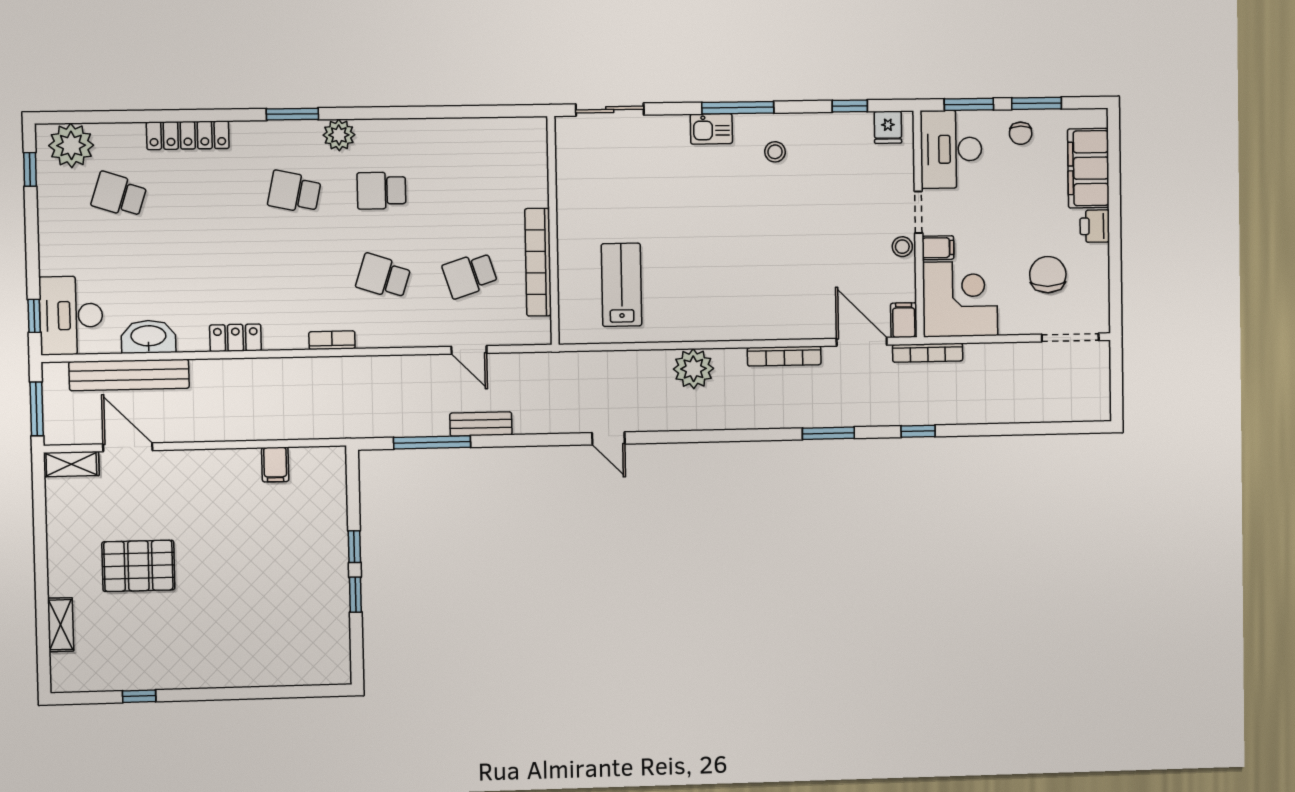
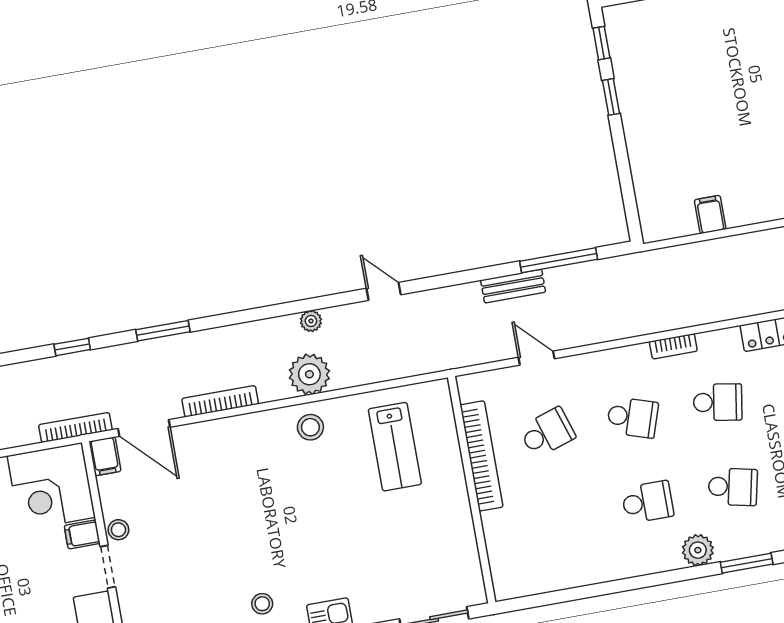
school desk: (296, 278) -> (718, 402), added
stool: (701, 317) -> (310, 427), added
plant: (684, 420) -> (311, 321), added
window: (354, 547) -> (601, 43), moved

